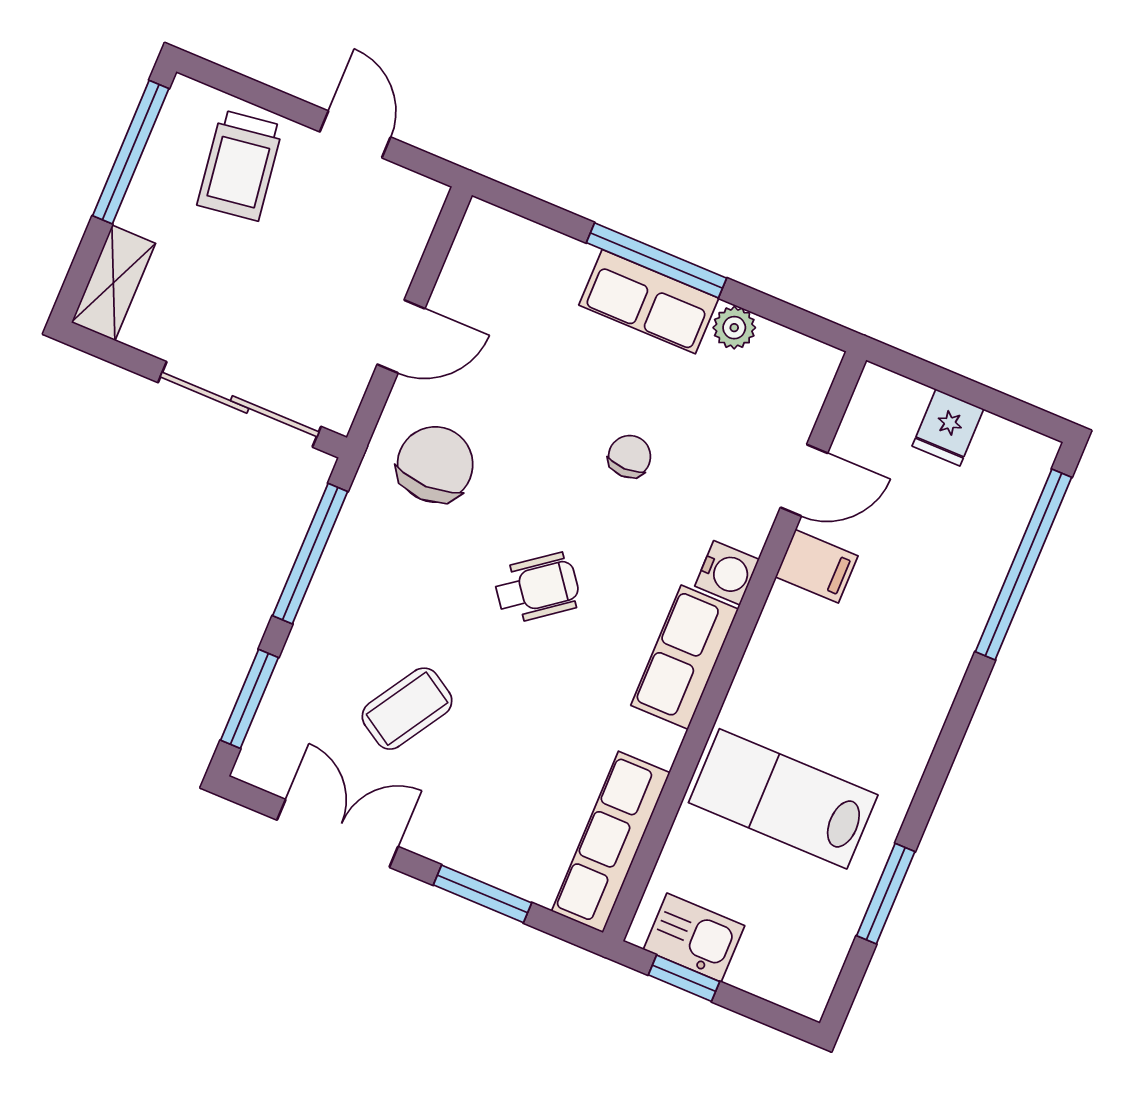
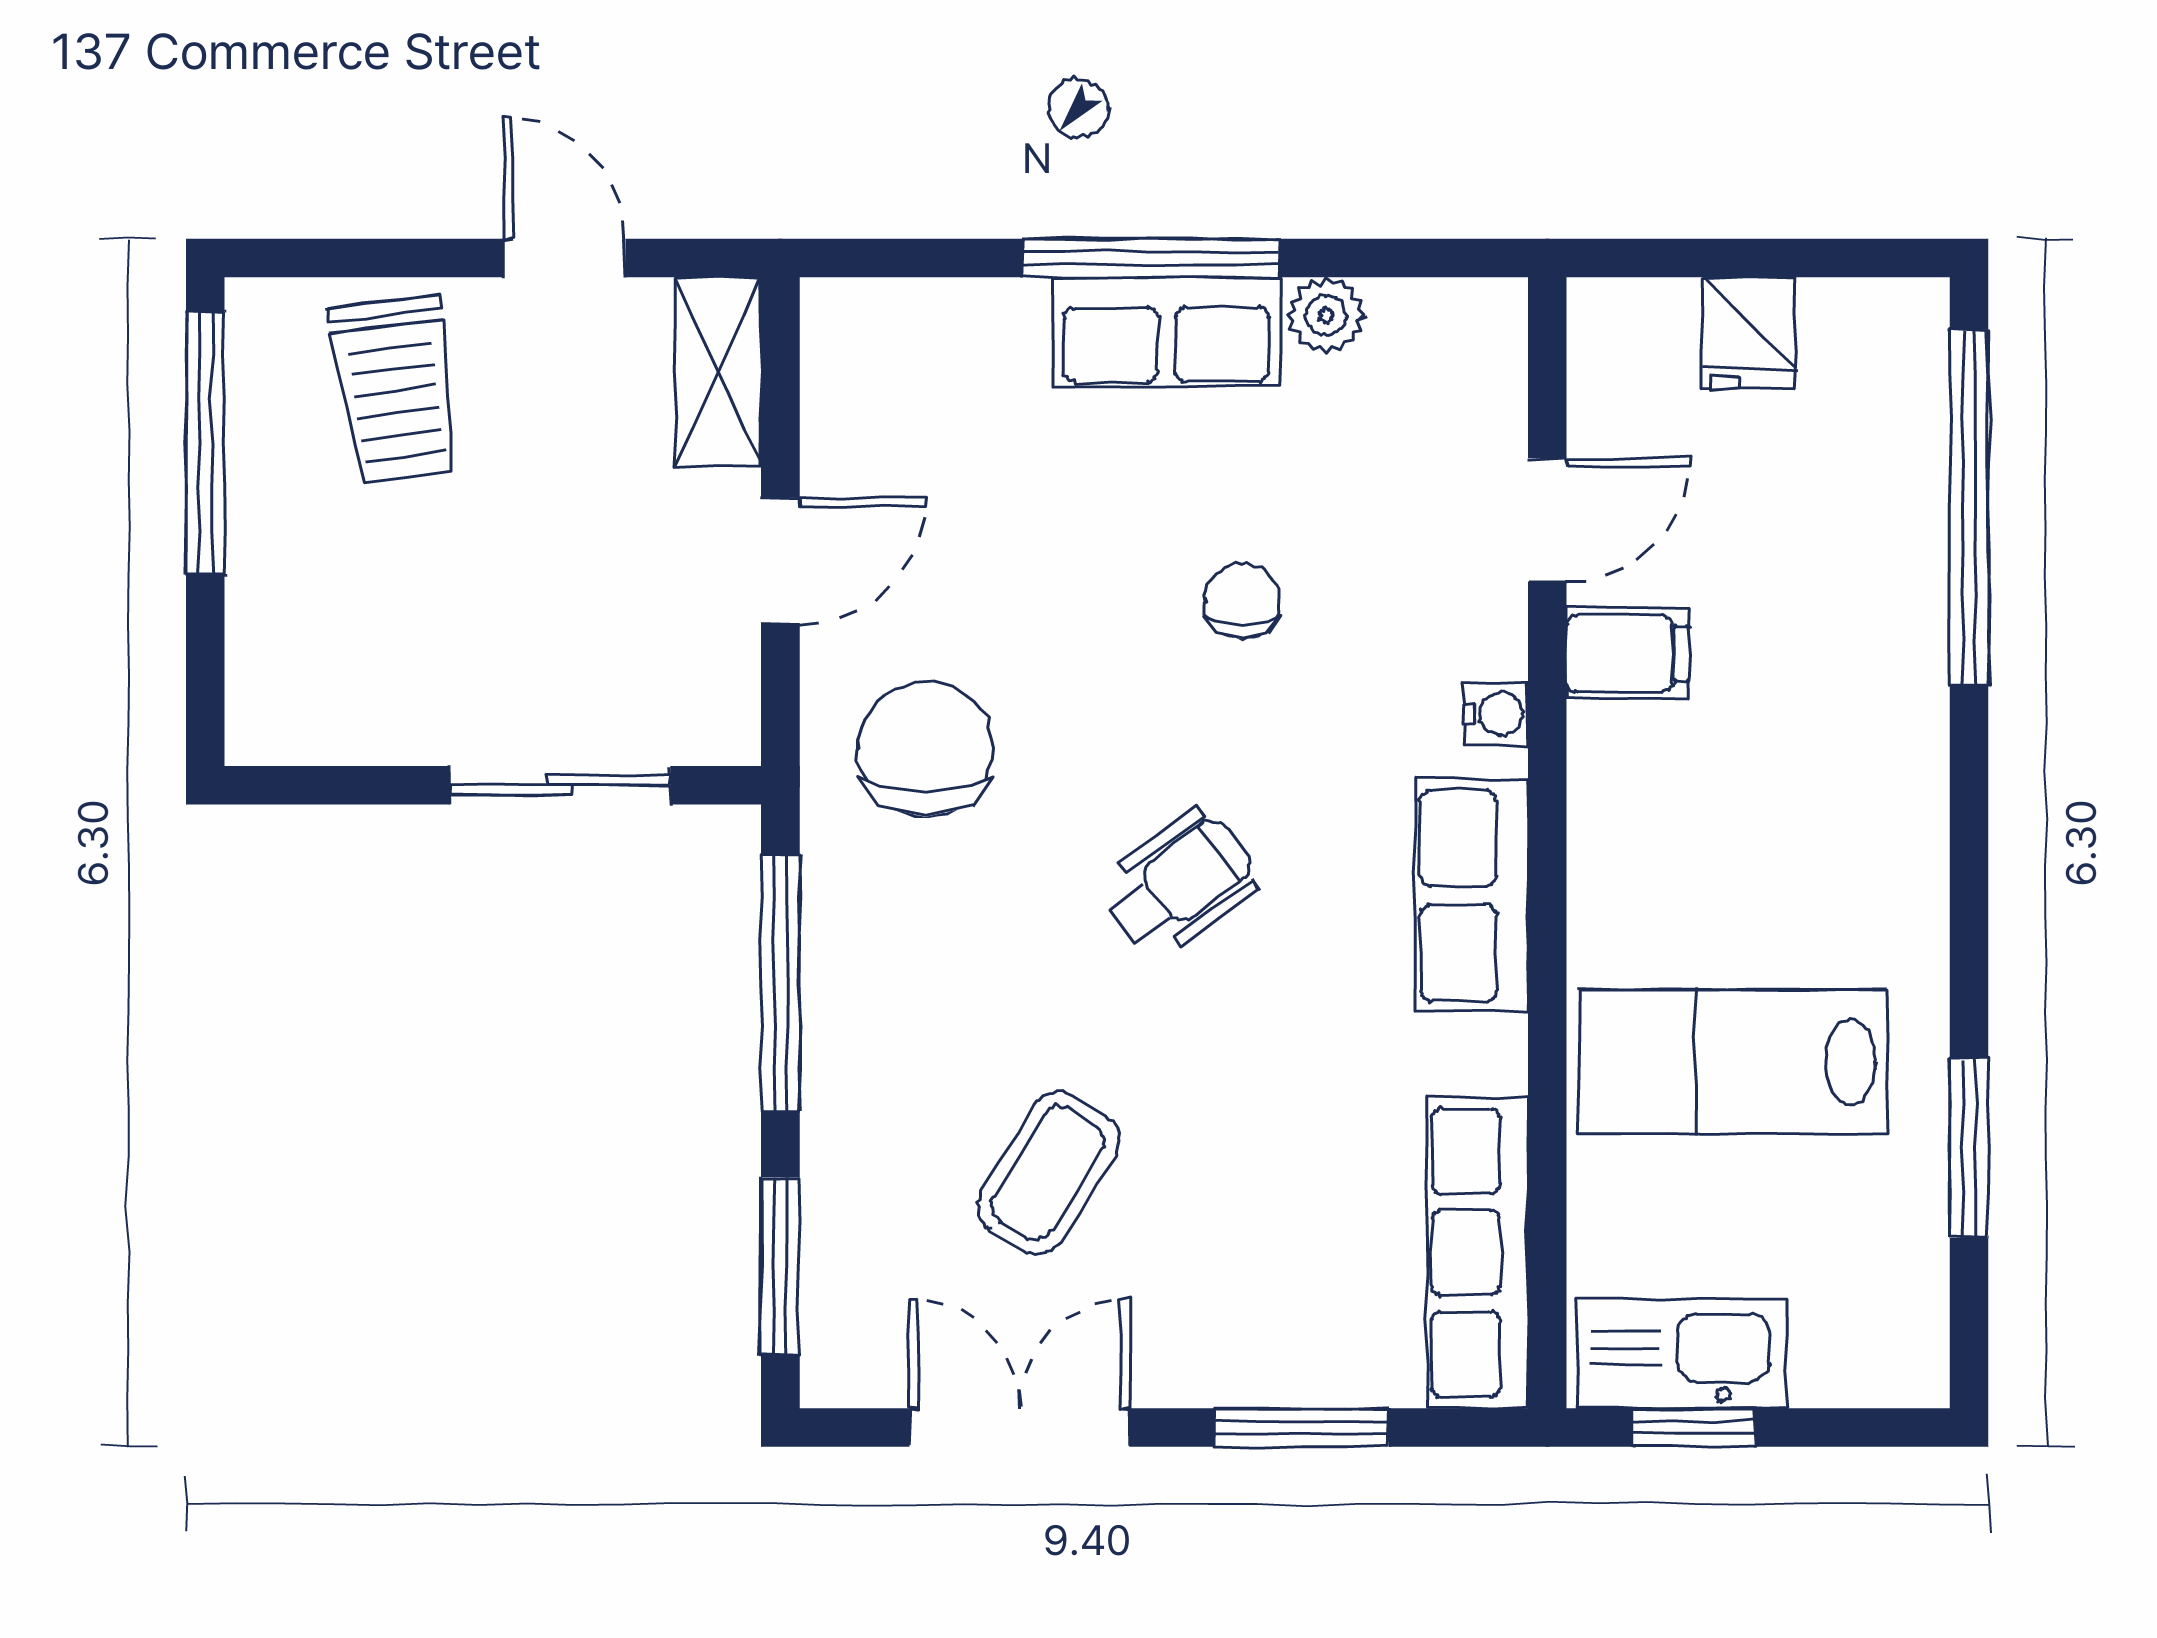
shelving: (113, 283) -> (719, 372), moved
sliding door: (240, 404) -> (560, 785), width x0.73
water cooler: (727, 573) -> (1496, 714), width x0.72, depth x0.72
kitchen sink: (694, 938) -> (1682, 1353), width x1.38

